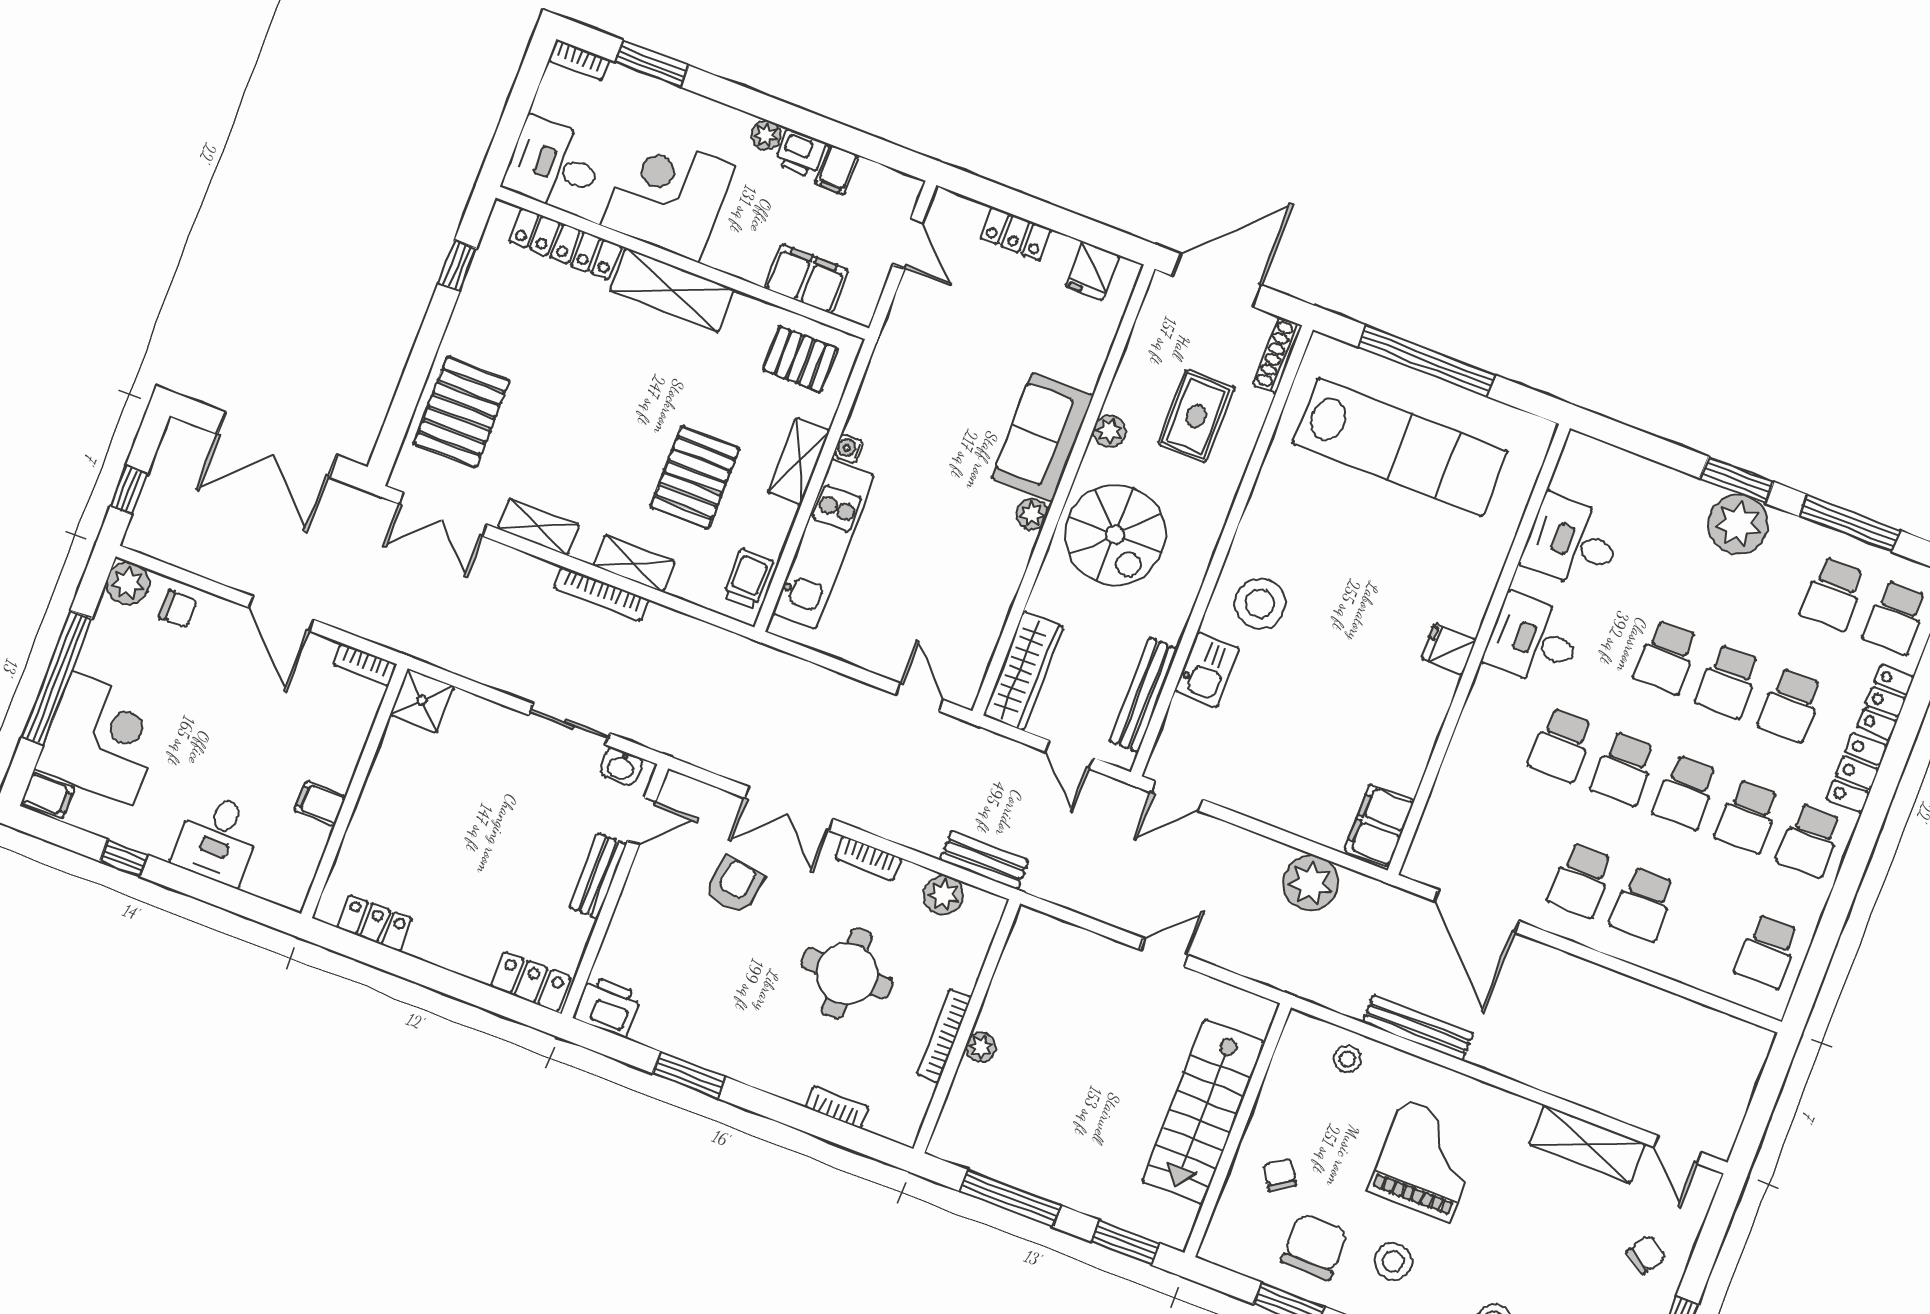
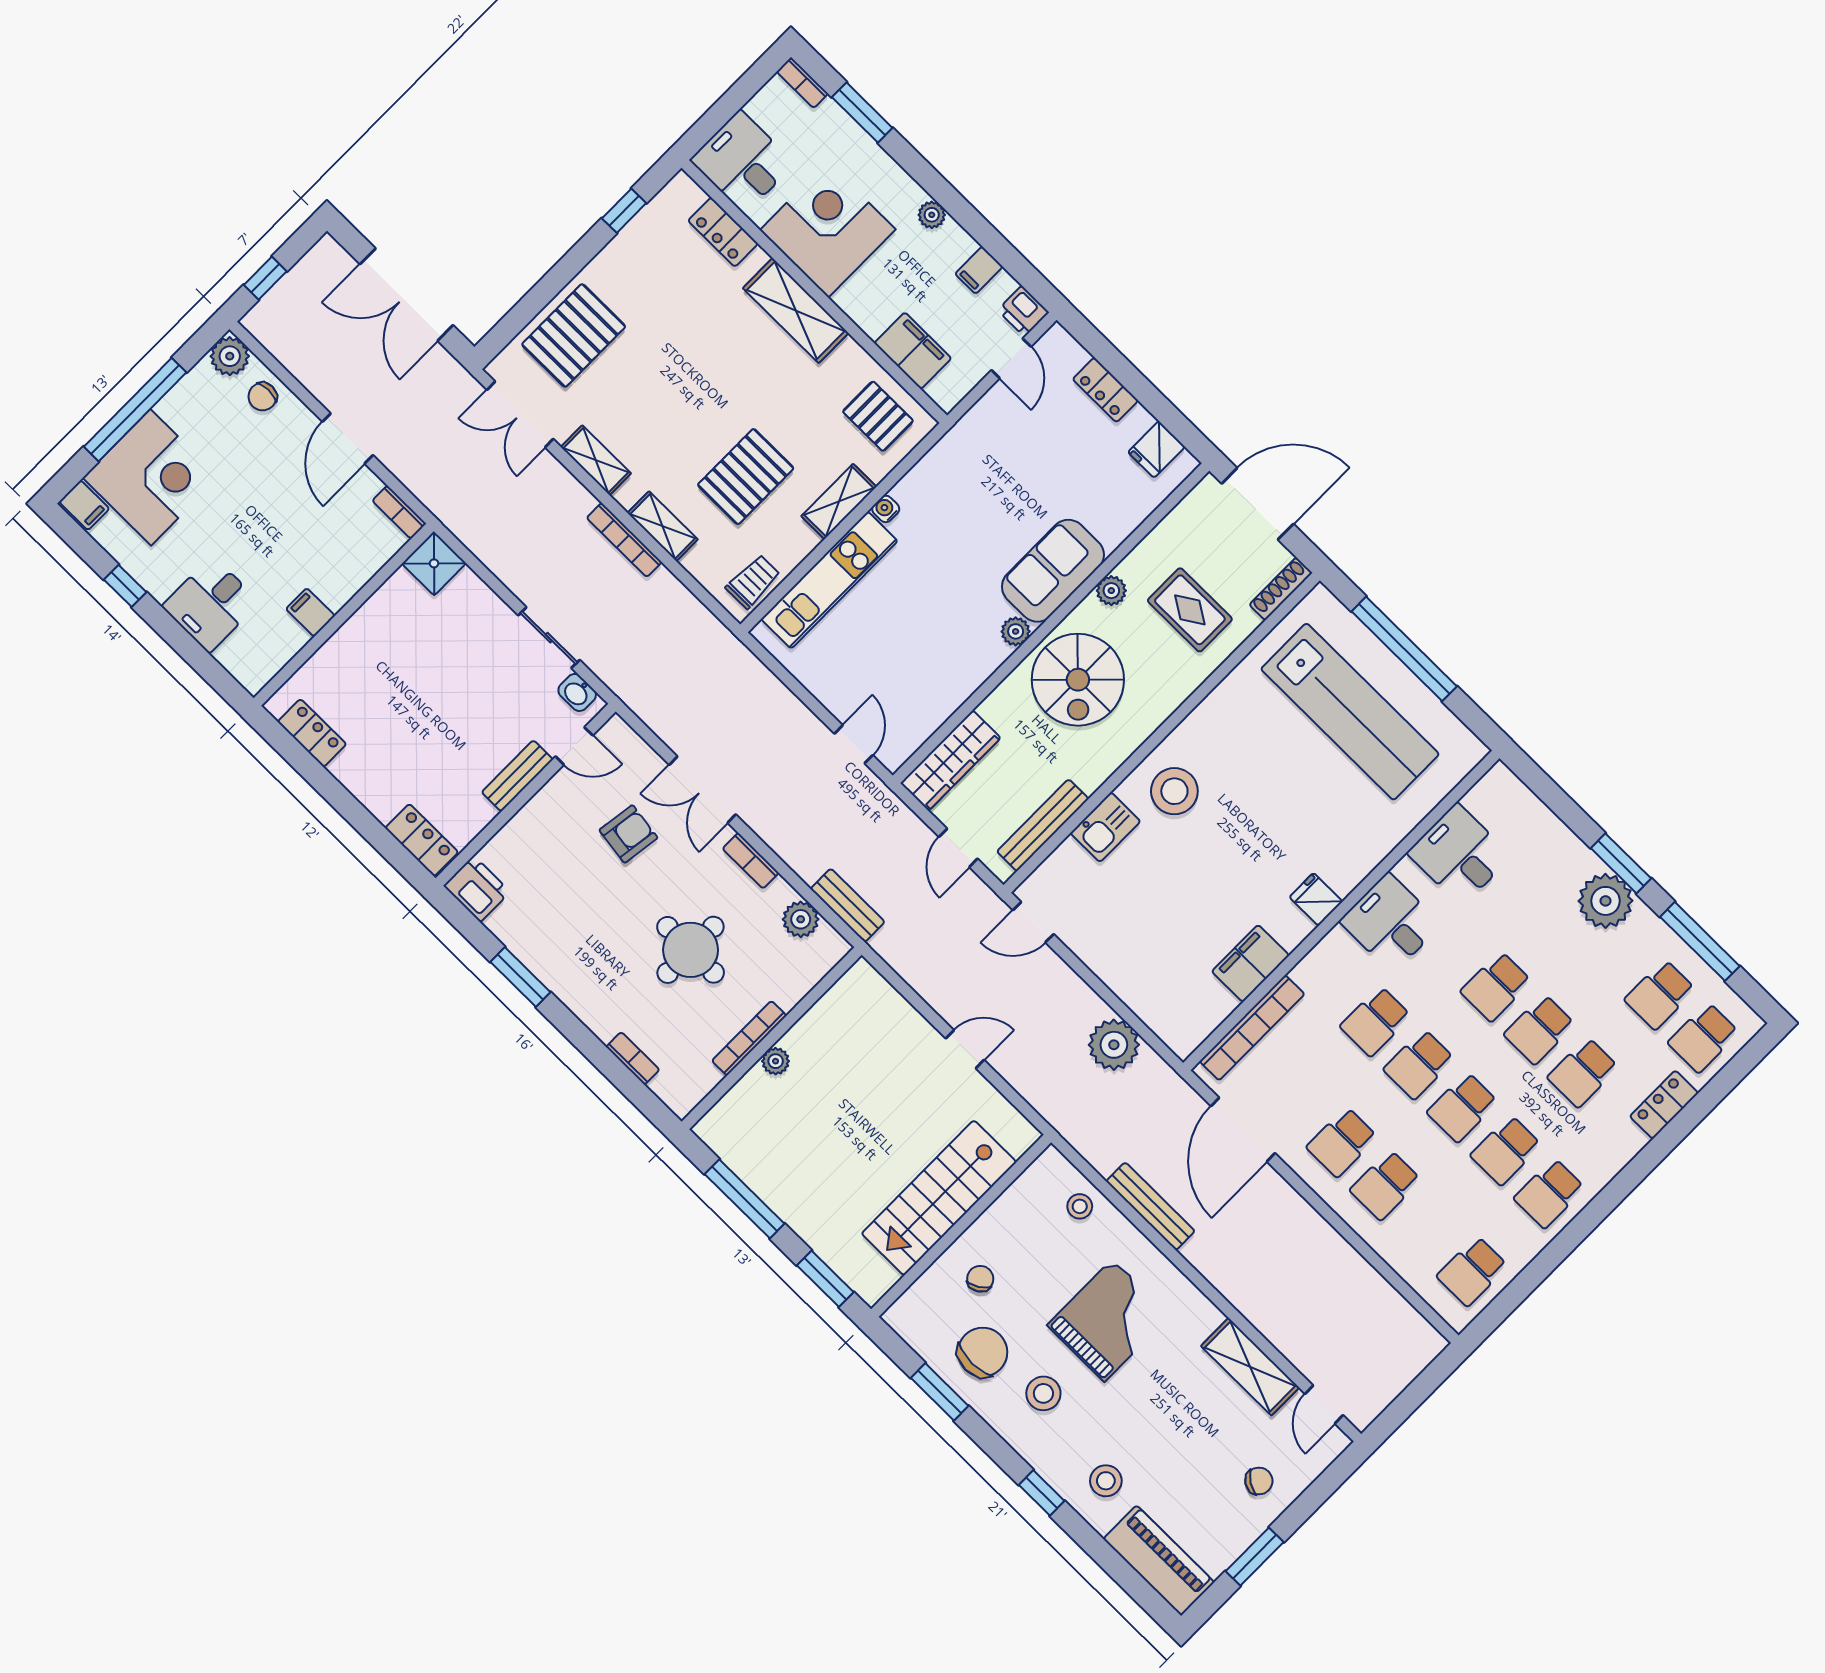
printer: (800, 153) -> (1023, 311), moved
locker: (565, 244) -> (723, 232), width x0.66
rug: (1196, 416) -> (1190, 610), turned 90
chair: (178, 609) -> (263, 397), turned 90
locker: (1857, 773) -> (1614, 1154), removed
bookcase: (1441, 805) -> (1252, 1028), added
filing cabinet: (1379, 825) -> (1251, 963), moved

